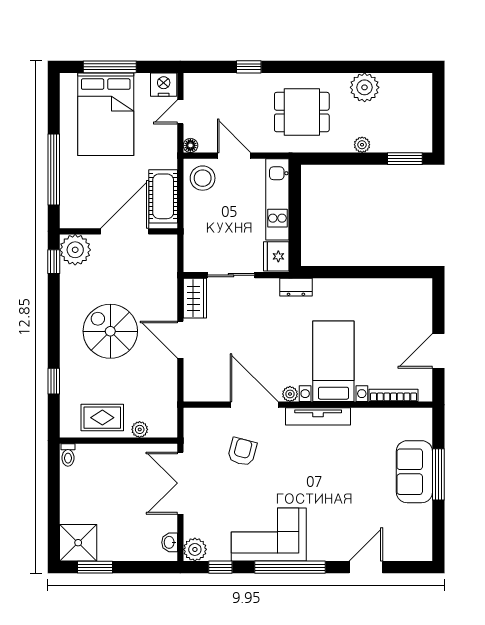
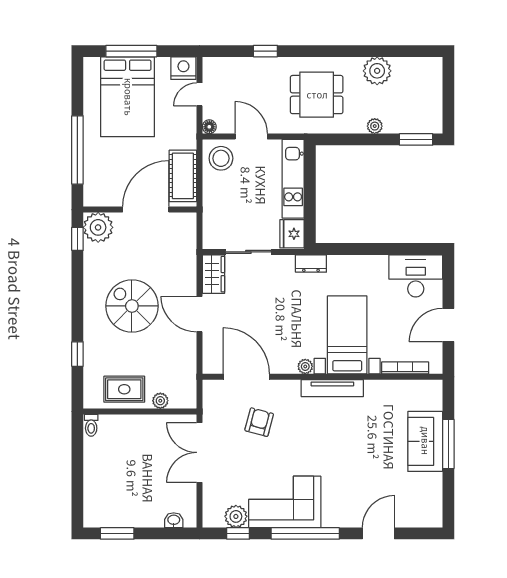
desk: (405, 300) -> (416, 276), added
door: (254, 405) -> (246, 377), moved
washbasin: (170, 542) -> (174, 520), moved, turned 90
shower: (78, 543) -> (101, 510), removed
plant: (195, 549) -> (236, 516), moved

